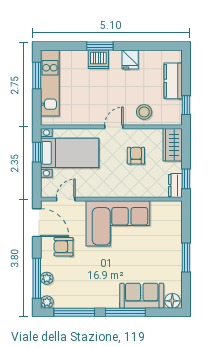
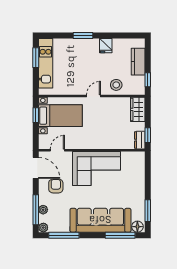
dishwasher: (98, 59) -> (82, 45), removed
armchair: (136, 156) -> (110, 118), removed
armchair: (64, 247) -> (56, 186), turned 90
window: (186, 257) -> (148, 211), moved
sofa: (142, 296) -> (100, 220), width x1.85, depth x1.27
window: (125, 312) -> (120, 235), moved

